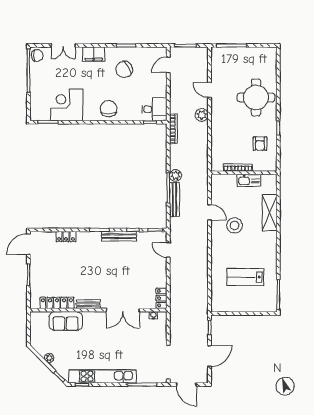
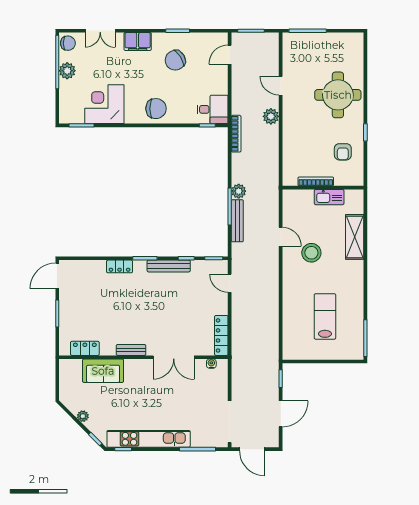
plant: (37, 78) -> (67, 71), added
chair: (109, 109) -> (156, 109), turned 90
locker: (66, 237) -> (120, 266), moved
lab bench: (245, 277) -> (325, 316), turned 90
locker: (161, 298) -> (221, 335), width x1.53
locker: (57, 303) -> (85, 348), width x0.66

